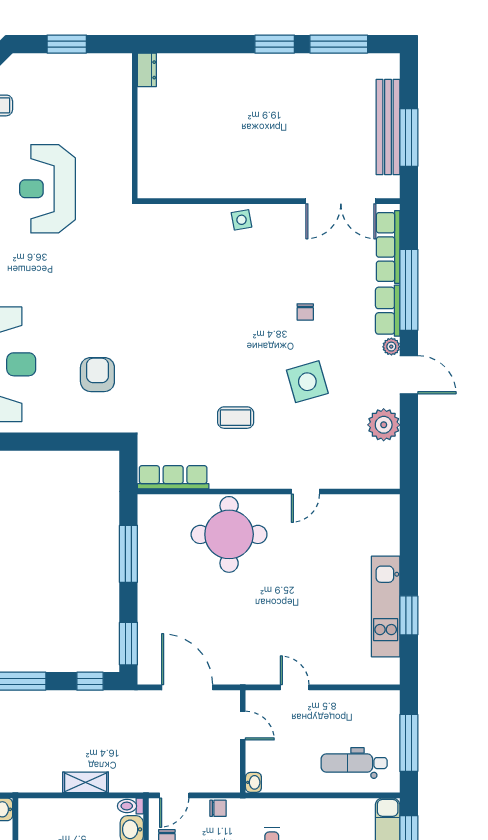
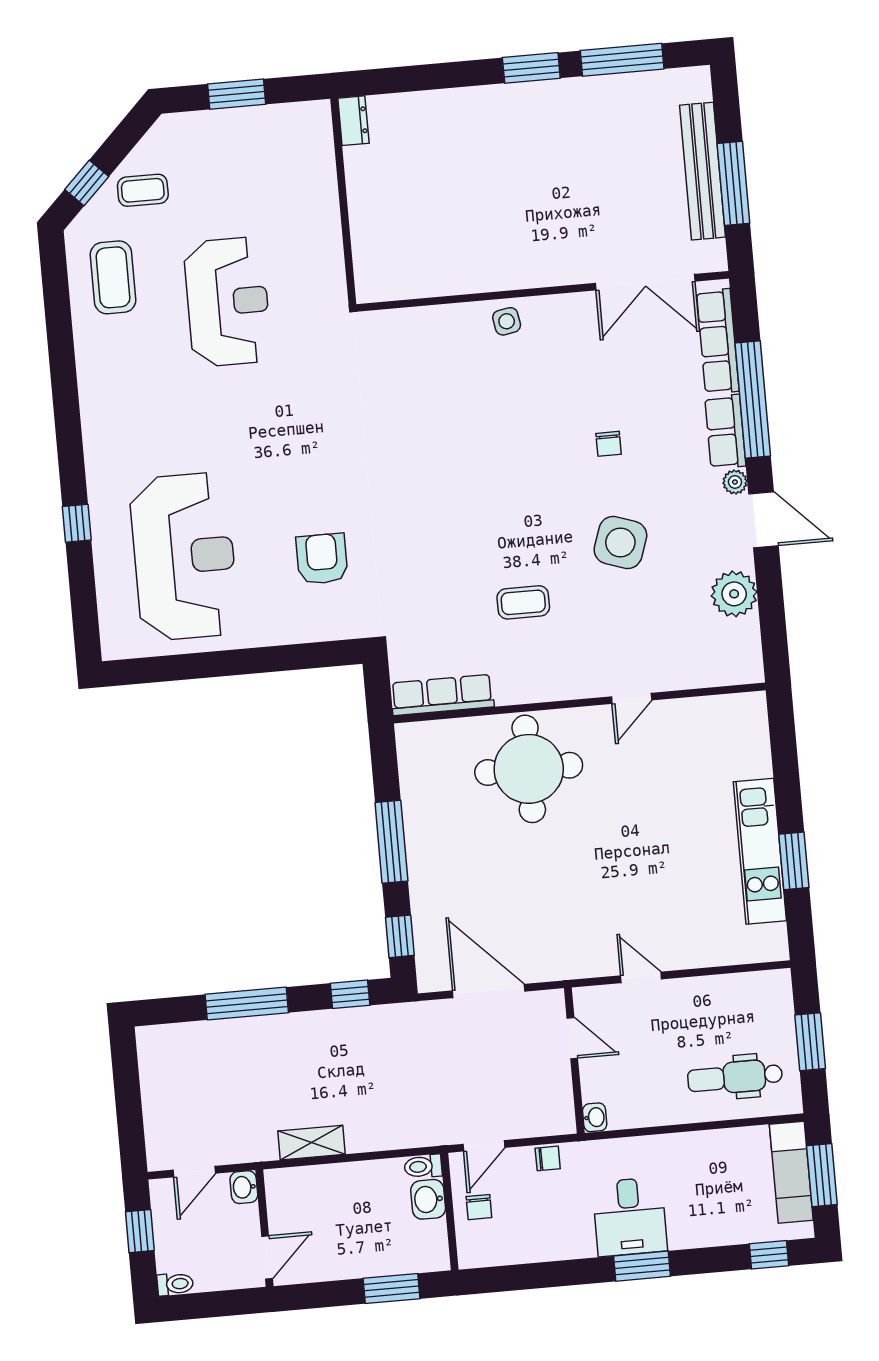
reception desk: (48, 189) -> (228, 302), turned 180
side table: (307, 382) -> (620, 543), turned 35
window: (128, 554) -> (391, 842), moved
window: (128, 644) -> (400, 936), width x0.67
window: (409, 743) -> (810, 1042), width x0.69
shelving: (86, 782) -> (311, 1143), moved

